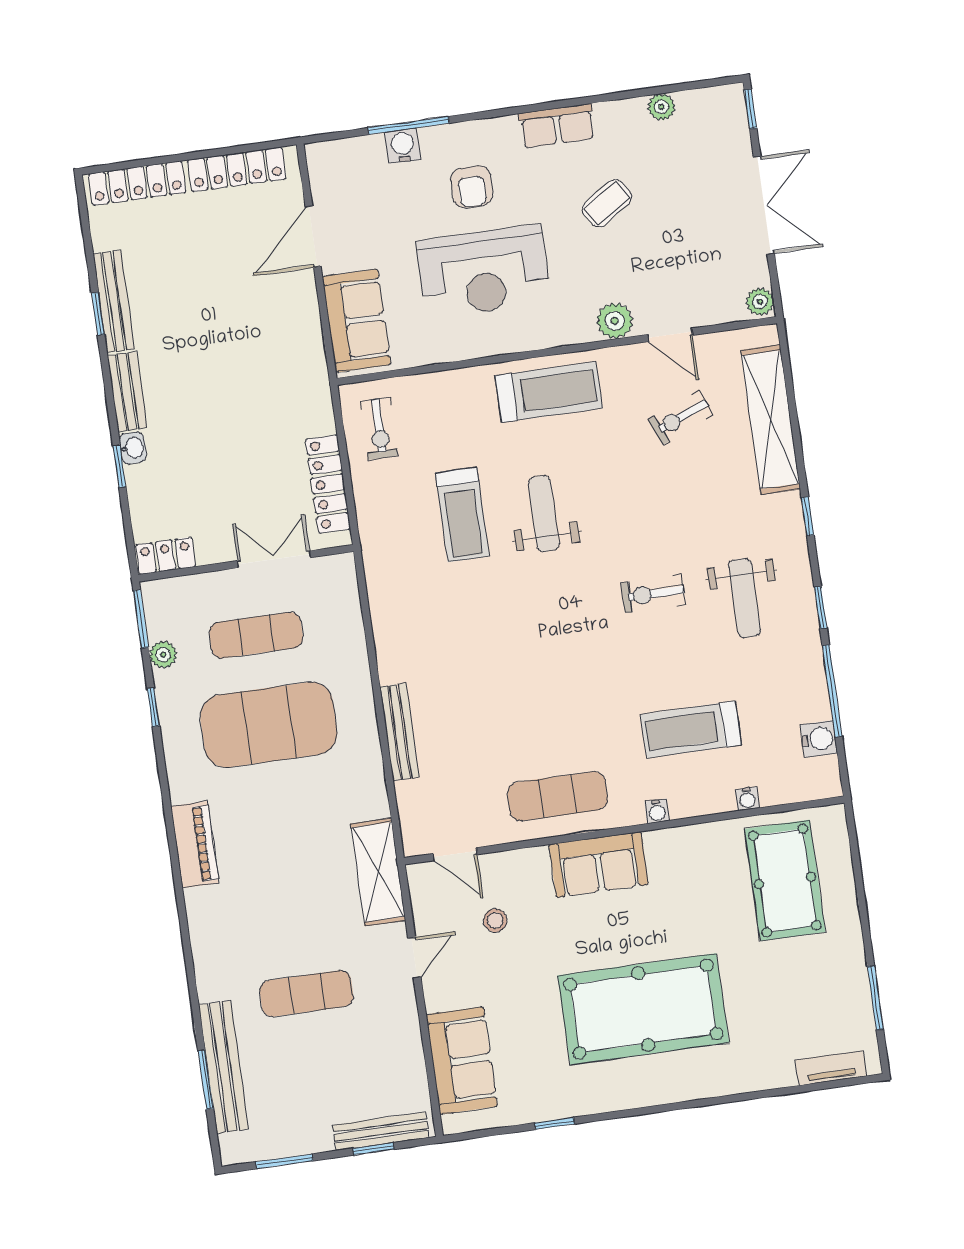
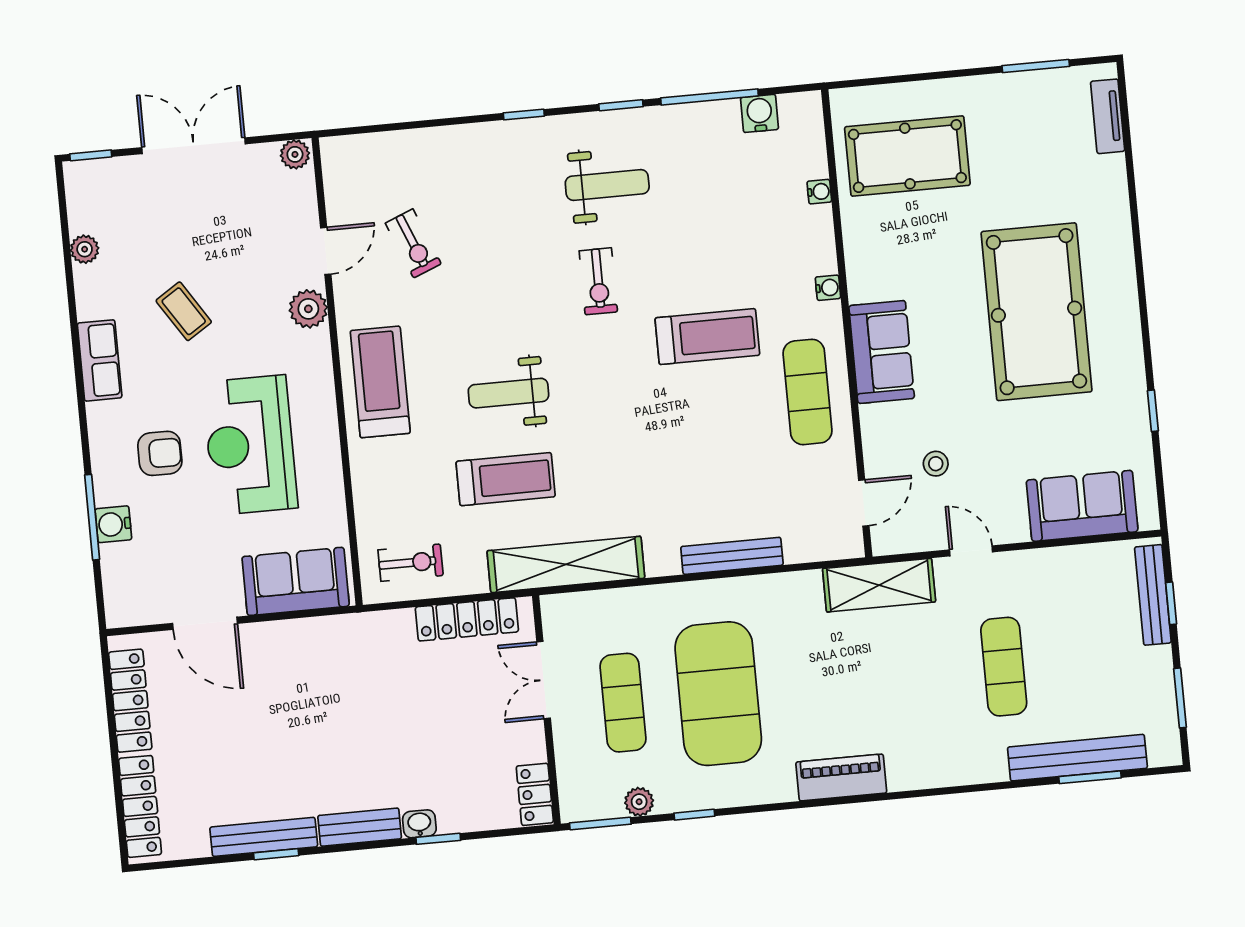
reception desk: (483, 272) -> (250, 445), turned 180
shelving: (771, 420) -> (566, 564), moved
treadmill: (691, 730) -> (707, 337), moved, turned -90

